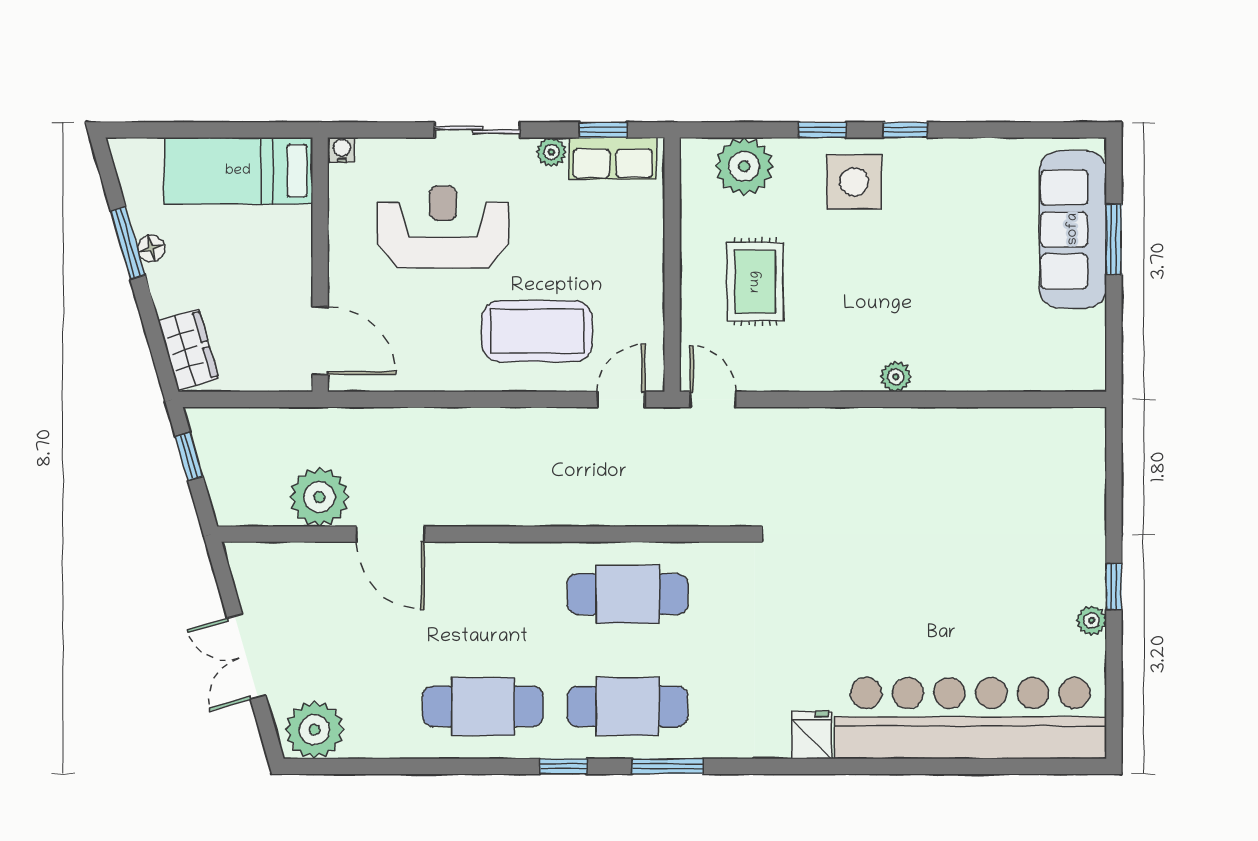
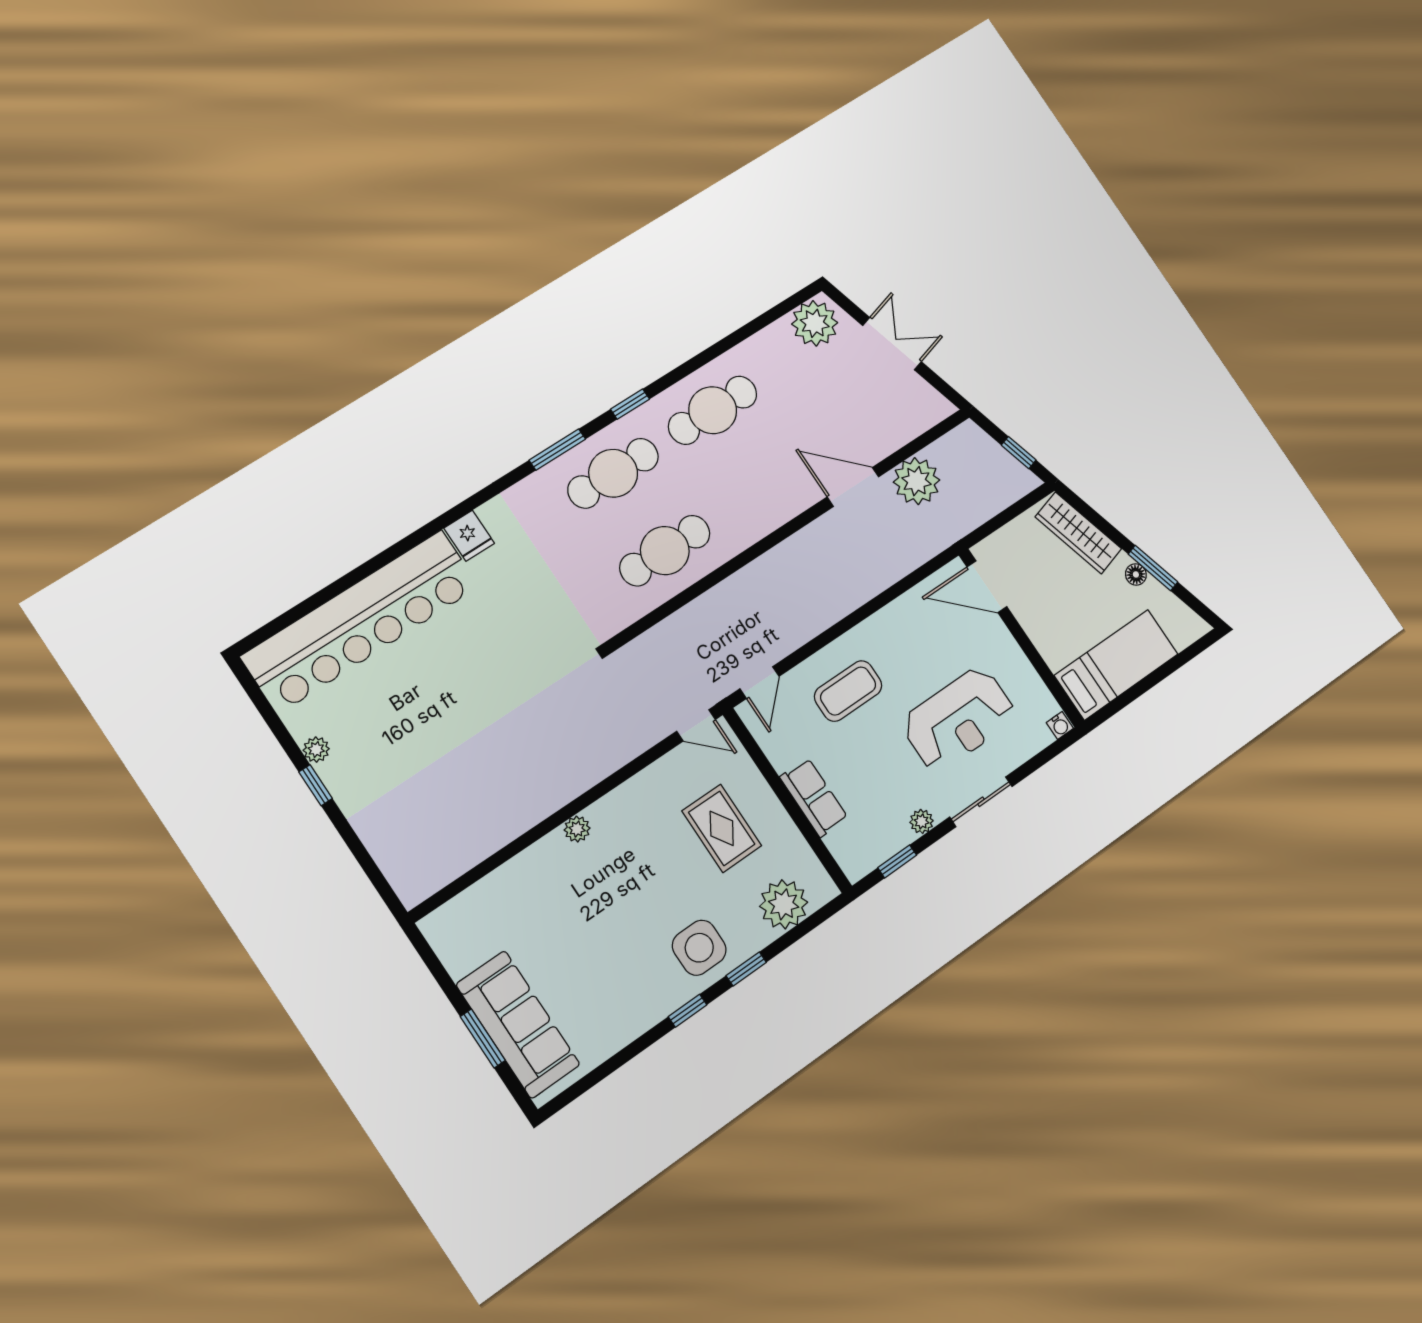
row of seats: (613, 158) -> (814, 797), moved, turned 90
coffee table: (537, 331) -> (848, 691), width x0.73, depth x0.76
wardrobe: (188, 349) -> (1078, 533), width x1.50

